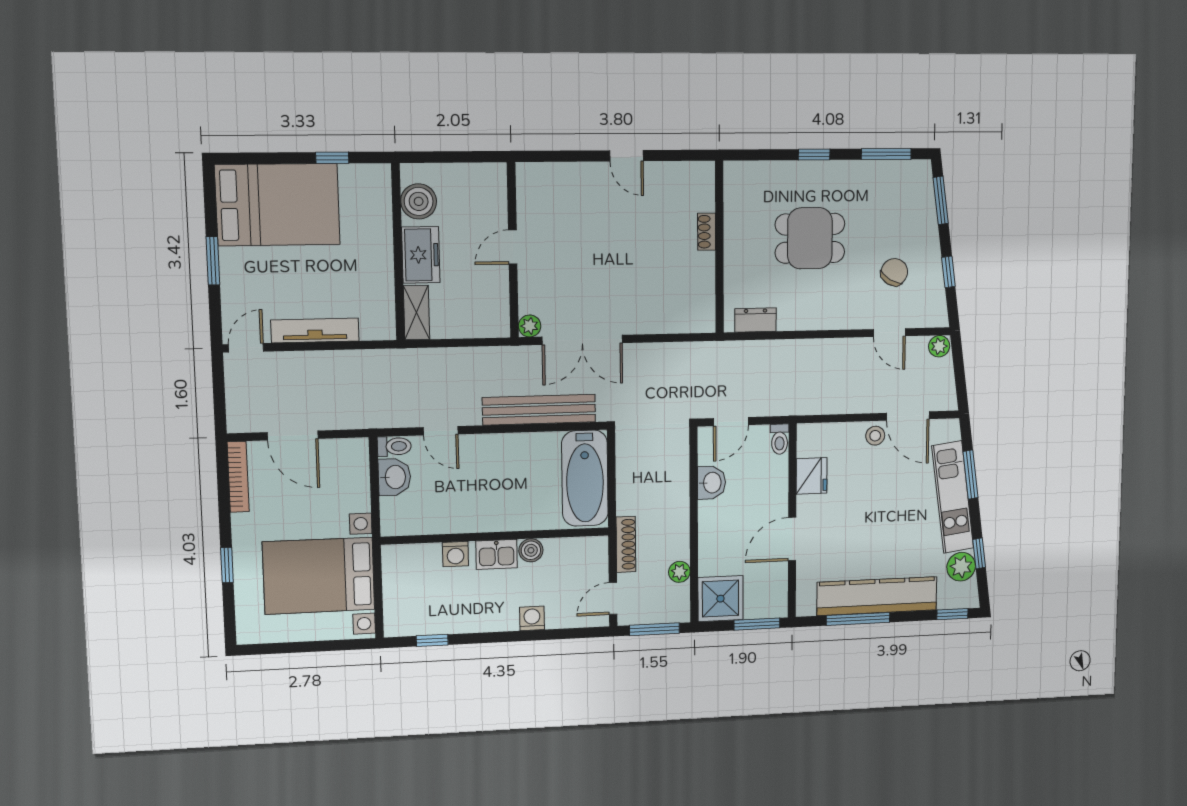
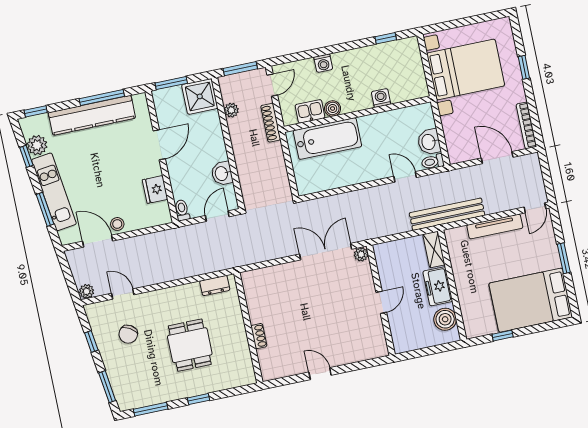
dining table: (810, 238) -> (190, 345), turned 90
bench: (539, 410) -> (447, 214), moved
bathtub: (585, 478) -> (327, 139), moved, turned 90
kitchen sink: (497, 554) -> (310, 111), moved

